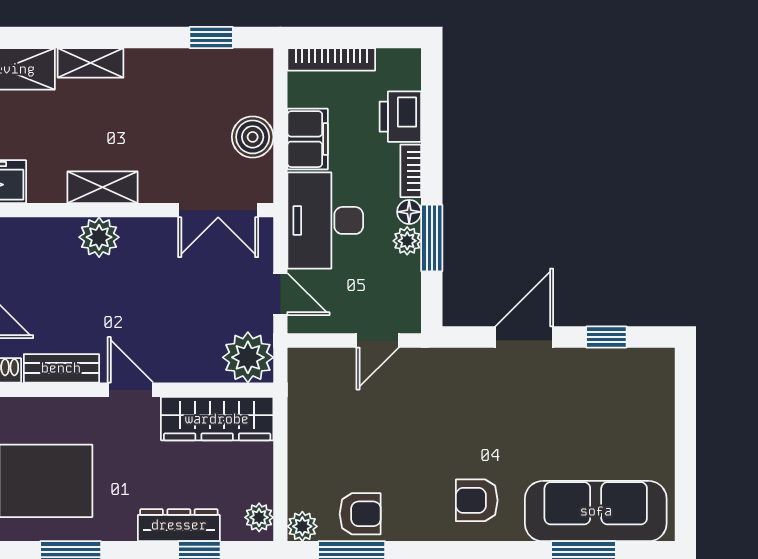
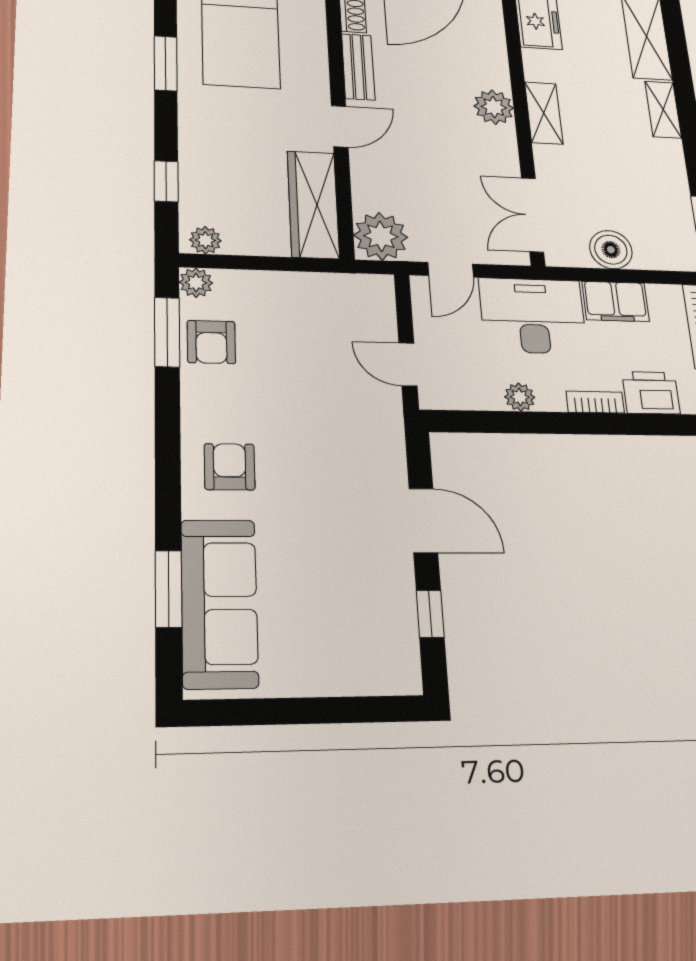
floor lamp: (409, 212) -> (551, 400), removed
window: (432, 238) -> (525, 422), removed
dresser: (179, 525) -> (196, 163), removed

